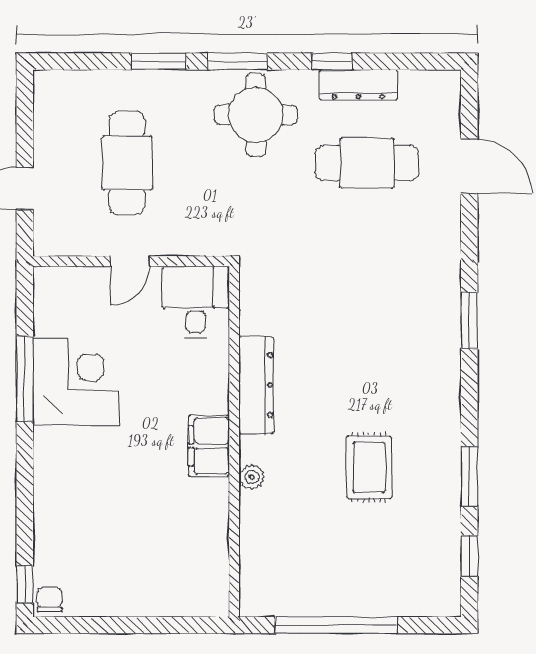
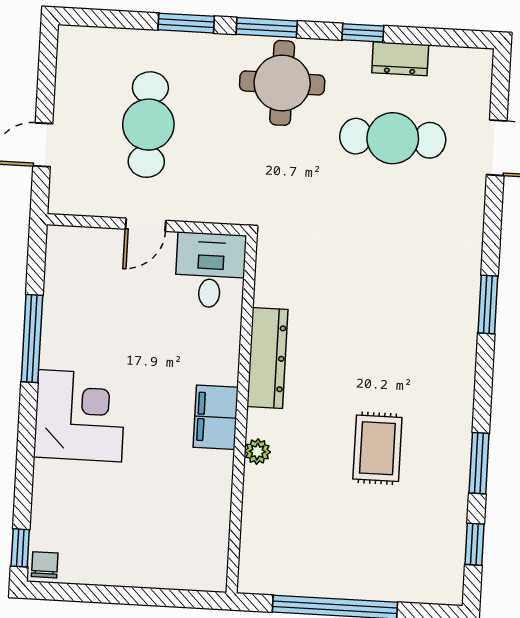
dresser: (358, 85) -> (400, 59), width x0.70
corner desk: (76, 382) -> (80, 416), moved

